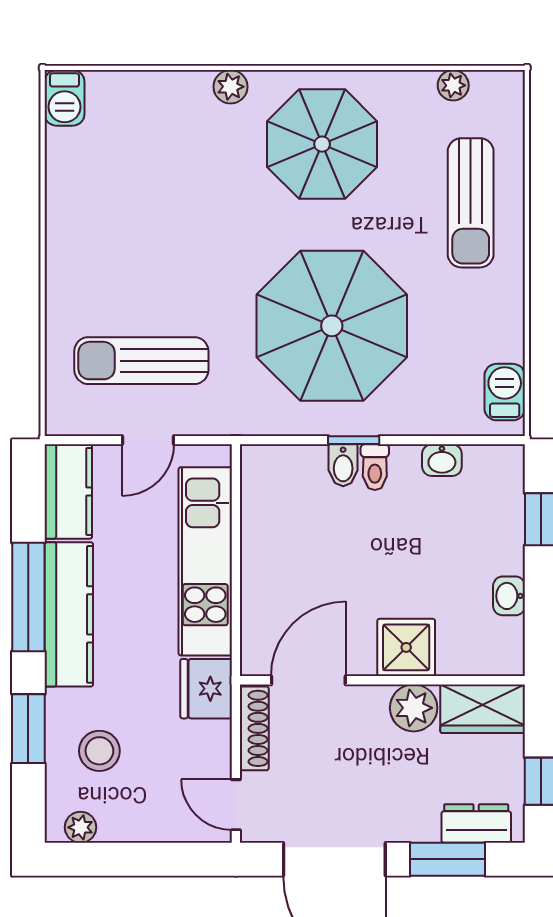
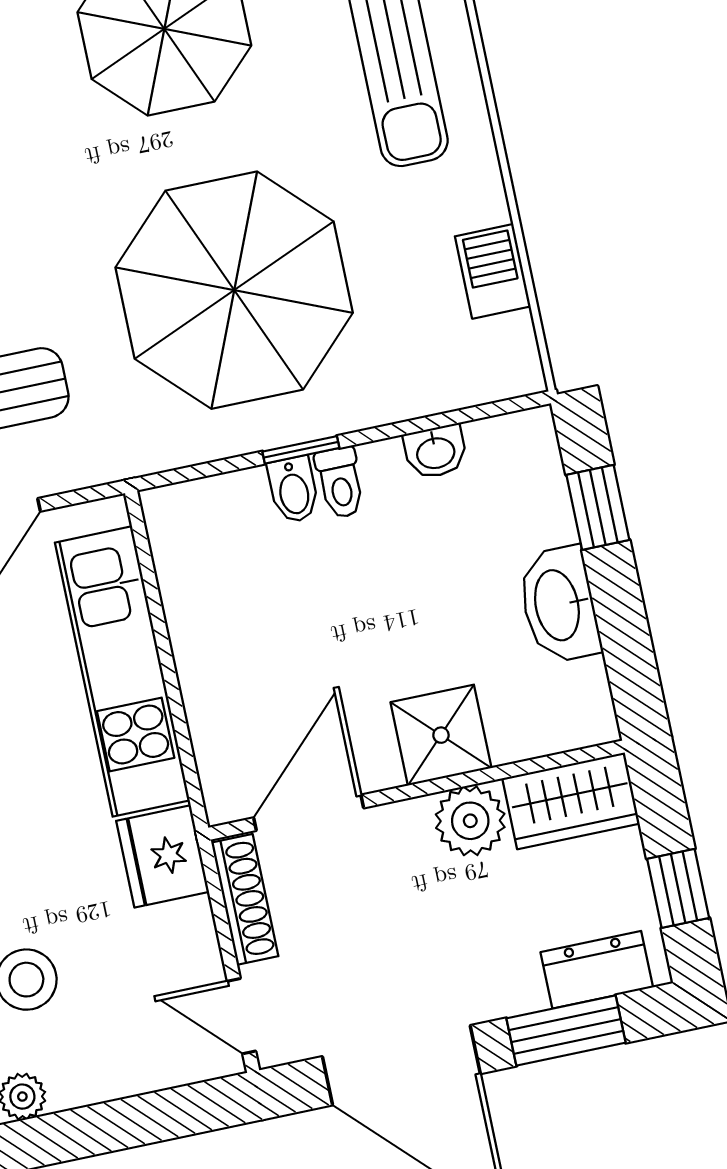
barbecue: (505, 392) -> (493, 271), moved
washbasin: (509, 596) -> (559, 605), width x1.91, depth x1.45

